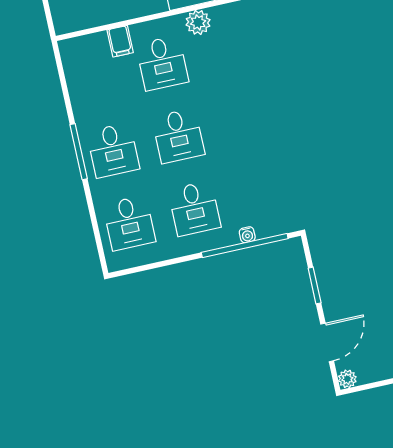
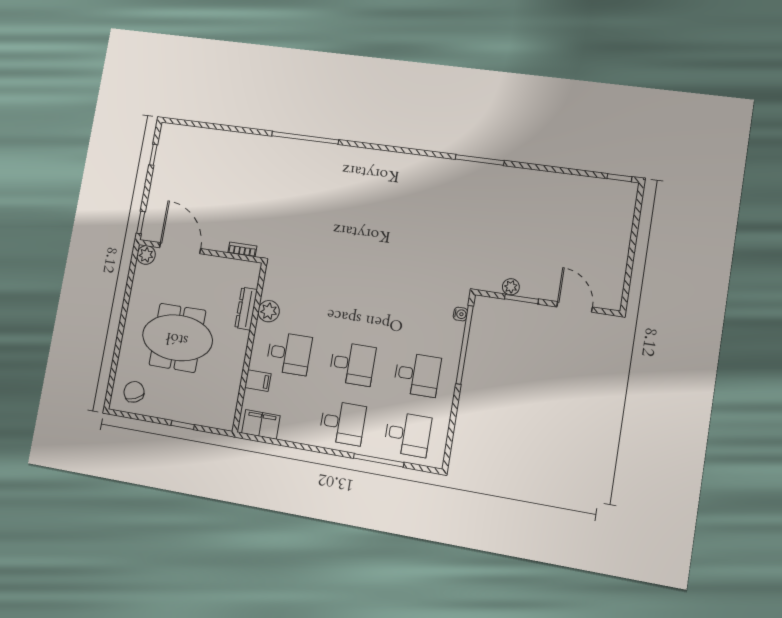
filing cabinet: (76, 64) -> (261, 424), added
window: (79, 152) -> (379, 460), moved
water cooler: (247, 235) -> (460, 314), moved
plant: (347, 379) -> (511, 287), moved

